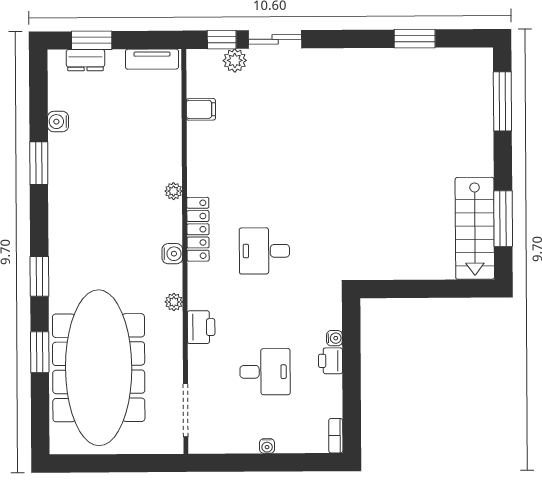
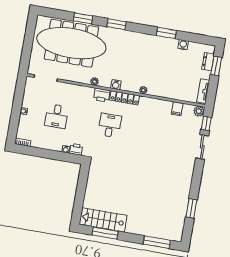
plant: (235, 60) -> (199, 111), moved
printer: (201, 327) -> (102, 95), moved
printer: (330, 361) -> (76, 149), moved

